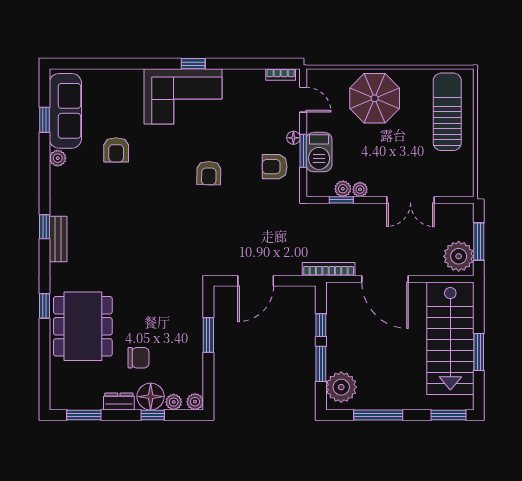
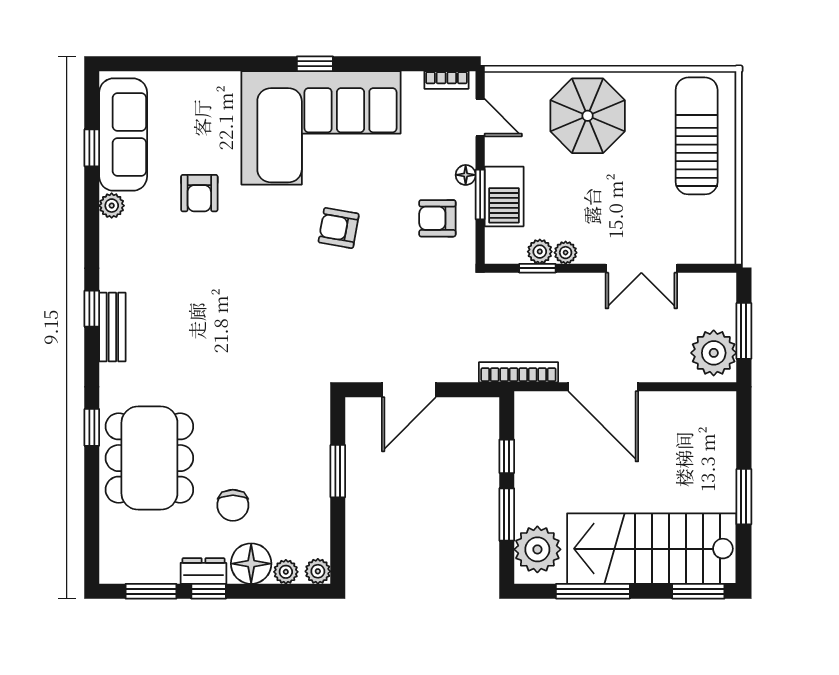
corner sofa: (183, 96) -> (321, 128), width x1.36, depth x1.36
armchair: (209, 173) -> (339, 228), turned 99
stairs: (450, 338) -> (652, 549), moved, turned 90
chair: (138, 358) -> (233, 505), turned 90
window: (153, 415) -> (209, 591), moved

